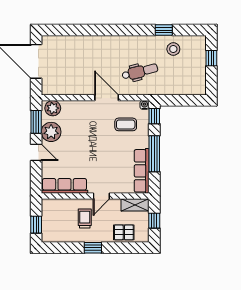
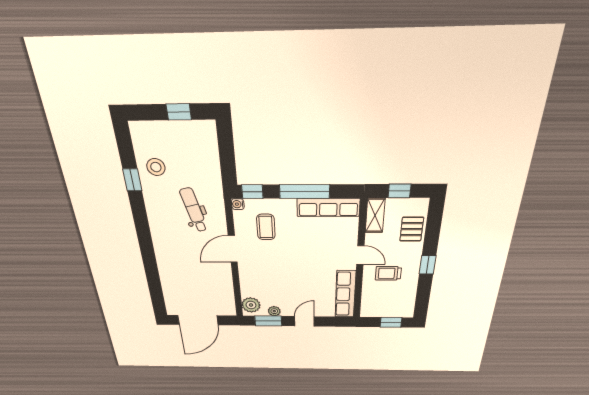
window: (211, 58) -> (179, 112), moved
plant: (51, 132) -> (274, 311), width x0.53, depth x0.53

